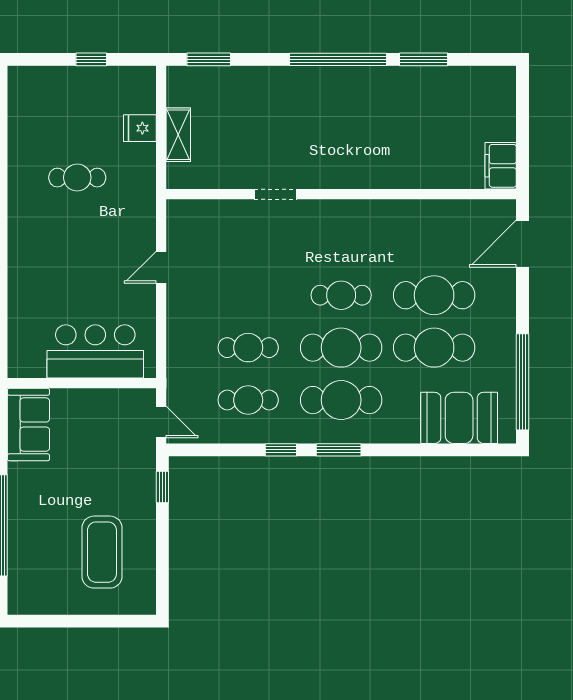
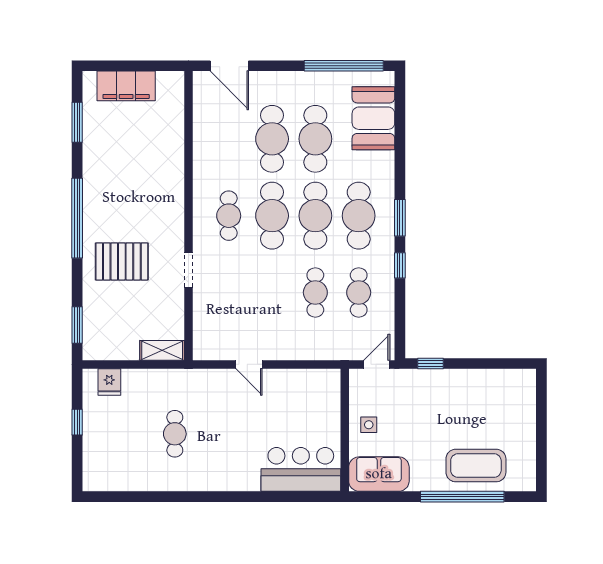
window: (424, 59) -> (77, 122), moved
pallet: (286, 113) -> (122, 261), added
fridge: (140, 128) -> (109, 382), moved
shelving: (178, 135) -> (162, 350), moved
filing cabinet: (501, 166) -> (126, 86), moved, width x1.50, depth x1.17
cafe table: (341, 243) -> (229, 216), added
cafe table: (341, 295) -> (272, 216), width x1.37, depth x1.35
bar counter: (95, 351) -> (301, 469), moved, turned 90
side table: (88, 412) -> (369, 425), added
coffee table: (102, 552) -> (476, 466), moved

